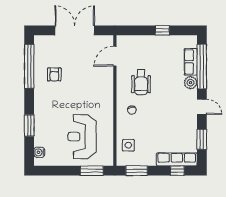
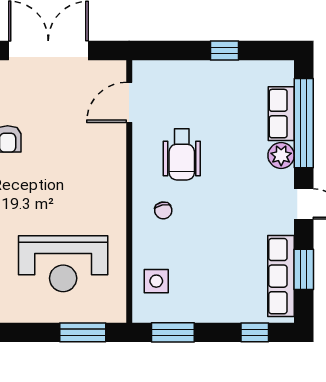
reception desk: (82, 137) -> (63, 264), turned -90
row of seats: (177, 159) -> (281, 276), moved, turned -90

